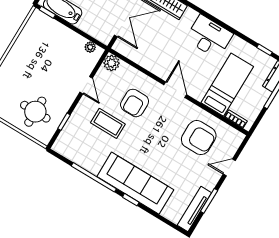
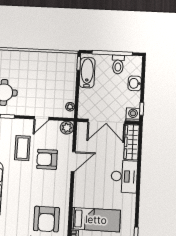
desk: (209, 37) -> (124, 176), moved
door: (175, 90) -> (73, 162), moved

